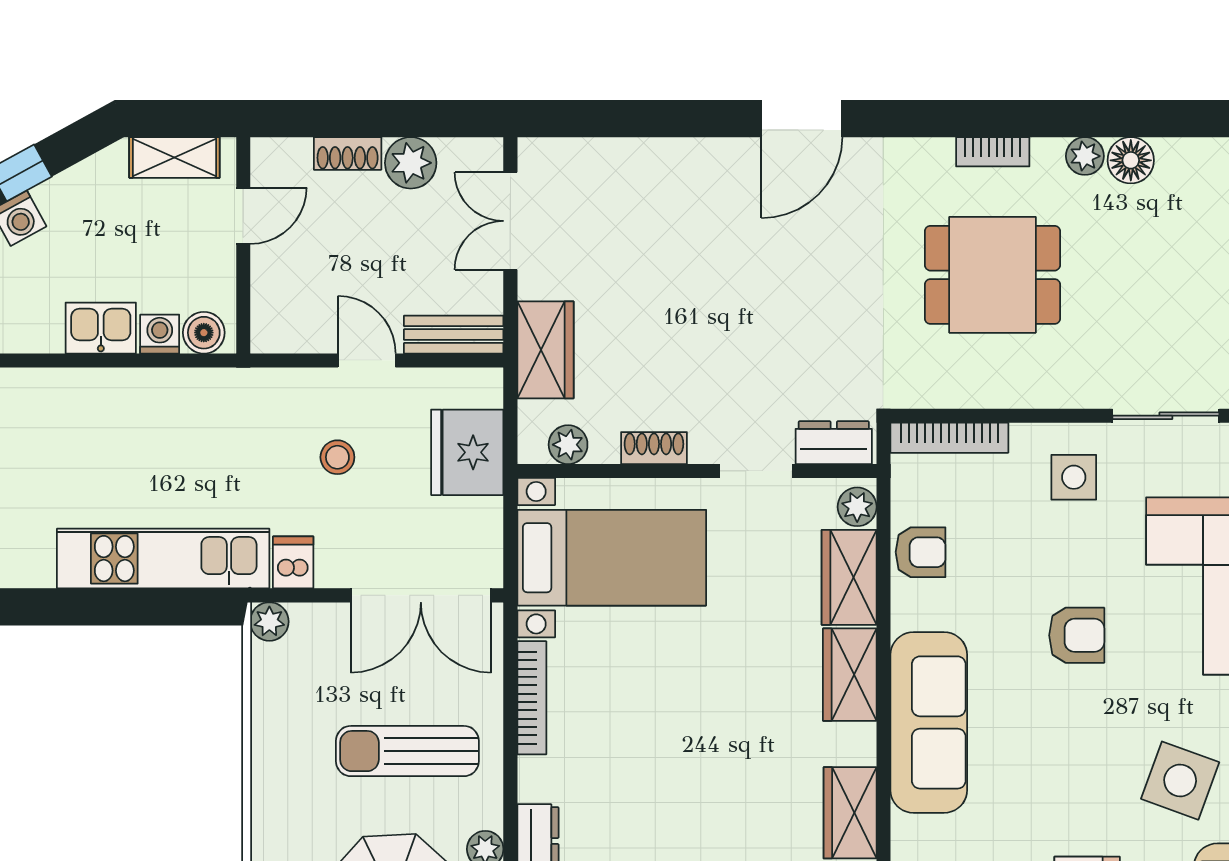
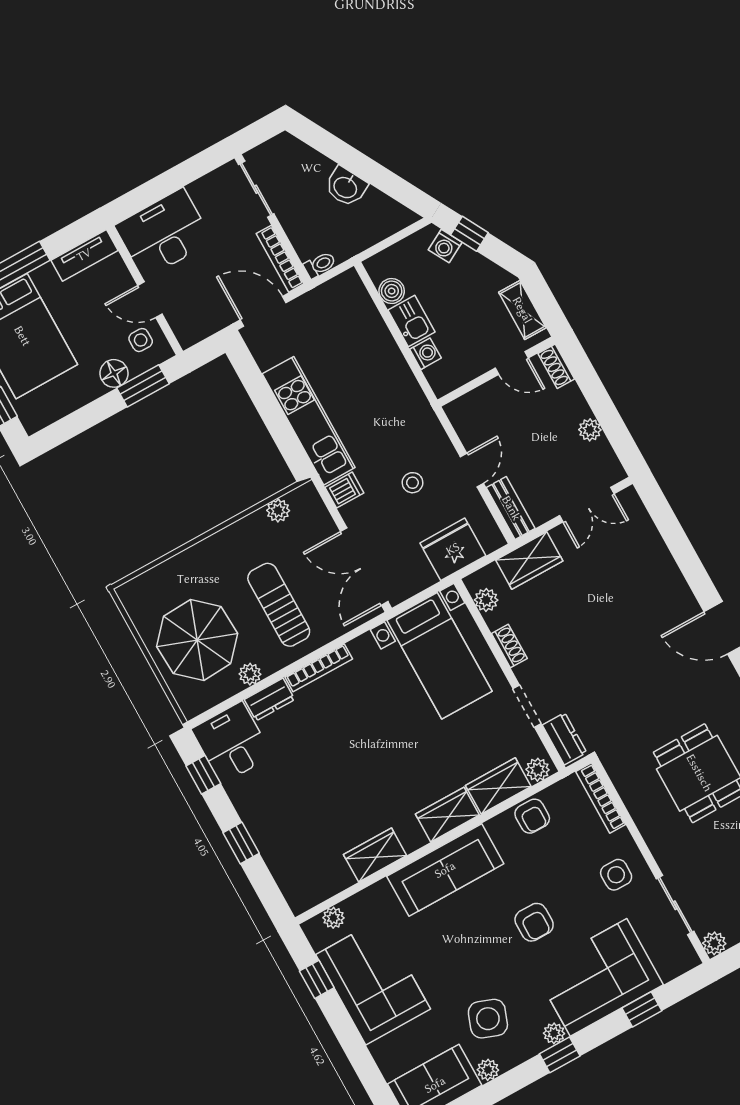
shoe rack: (348, 153) -> (556, 366), moved
plant: (411, 163) -> (590, 430), width x0.73, depth x0.73
double door: (510, 221) -> (587, 505), swing flipped
boiler: (204, 333) -> (392, 291), moved
plant: (269, 622) -> (278, 511), moved
bookcase: (532, 698) -> (319, 668), moved

